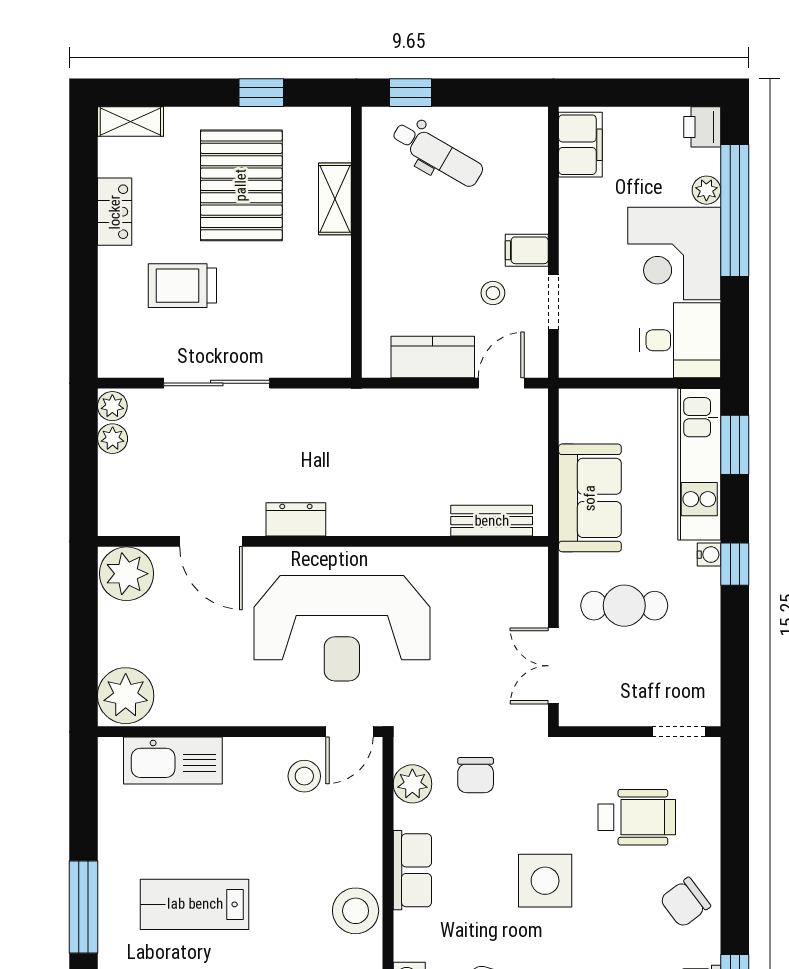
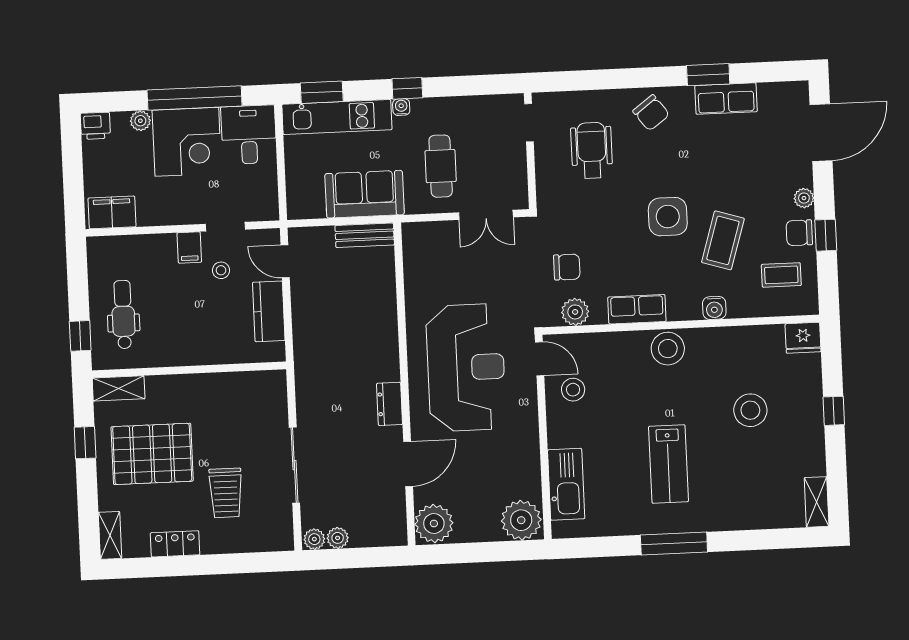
dental chair: (437, 154) -> (123, 315), turned -30
shelving: (335, 199) -> (119, 388), moved
window: (735, 211) -> (195, 98), moved
bench: (492, 521) -> (365, 235), moved, turned 90
side table: (545, 881) -> (668, 217), moved

